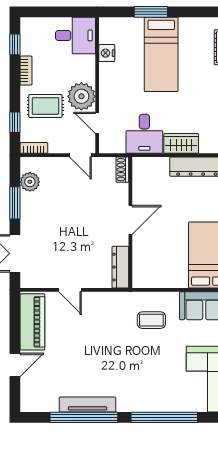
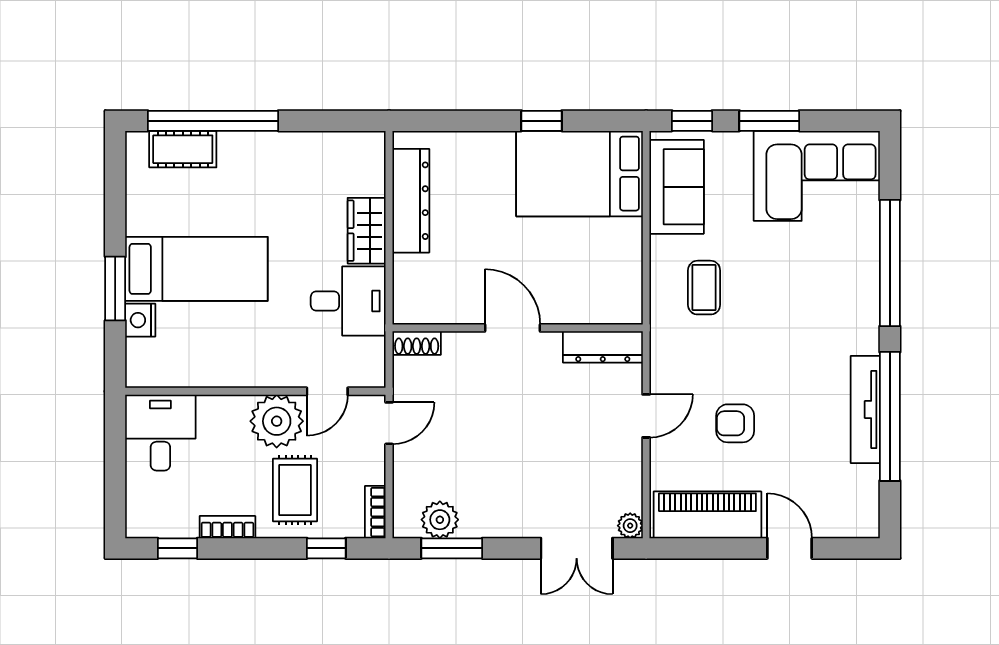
nightstand: (107, 53) -> (140, 320), moved, turned 90
window: (15, 203) -> (452, 548), moved
plant: (27, 281) -> (630, 526), added
door: (70, 290) -> (646, 416), moved
armchair: (80, 336) -> (735, 423), added

